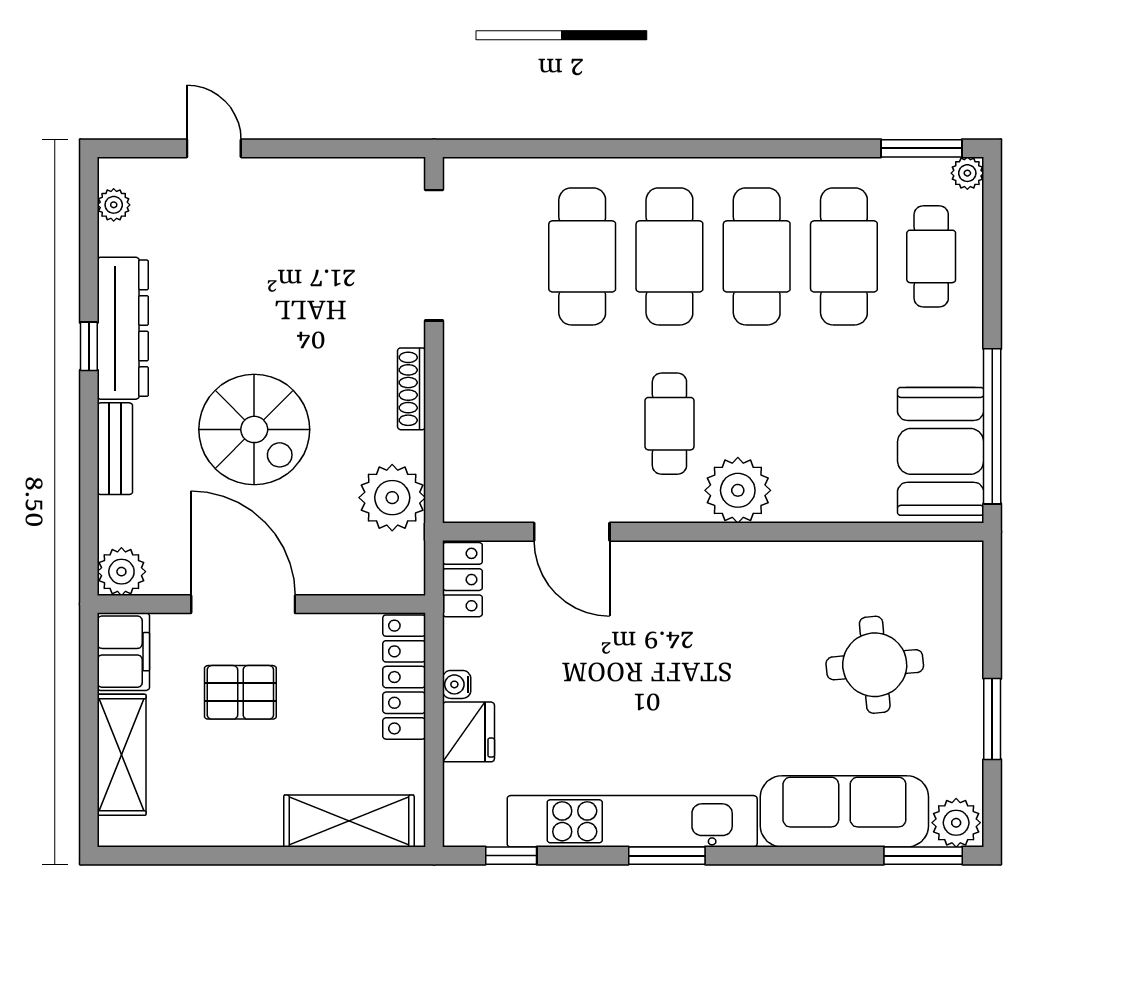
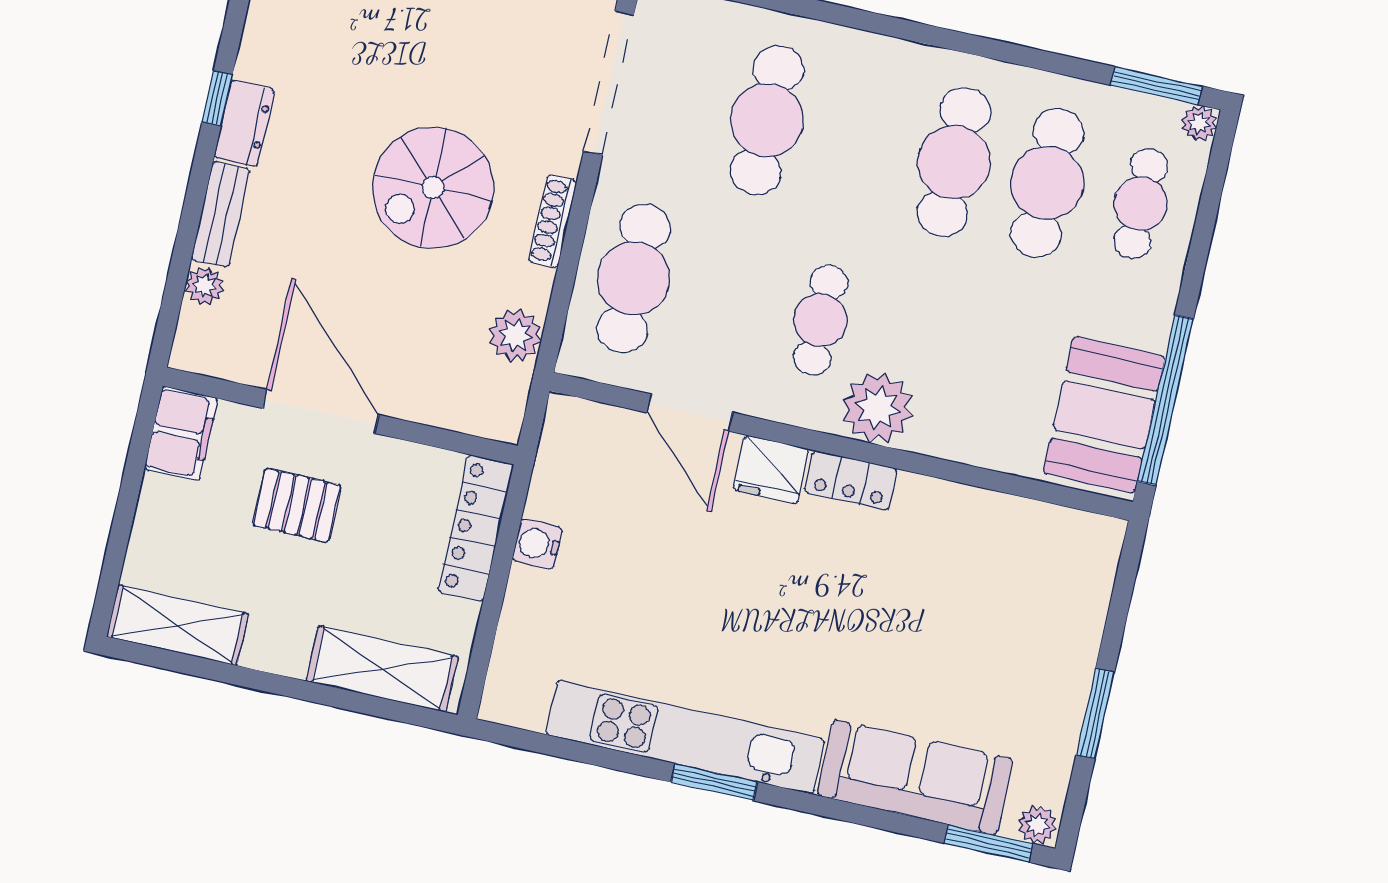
cafe table: (669, 256) -> (634, 278), moved
dresser: (123, 328) -> (244, 123), width x0.51, depth x0.80
spiral stairs: (254, 429) -> (433, 188), moved, turned 90
plant: (392, 498) -> (515, 335), width x0.73, depth x0.73
plant: (121, 572) -> (205, 286), moved, width x0.73, depth x0.73
locker: (462, 580) -> (851, 480), moved, turned 90
round table: (875, 665) -> (983, 627), removed
water cooler: (457, 684) -> (537, 544), width x1.38, depth x1.38
fridge: (468, 732) -> (771, 469), moved, turned 90
shelving: (122, 755) -> (177, 625), moved, turned 90
plant: (956, 823) -> (1037, 825), width x0.73, depth x0.73
window: (511, 856) -> (548, 745), removed

